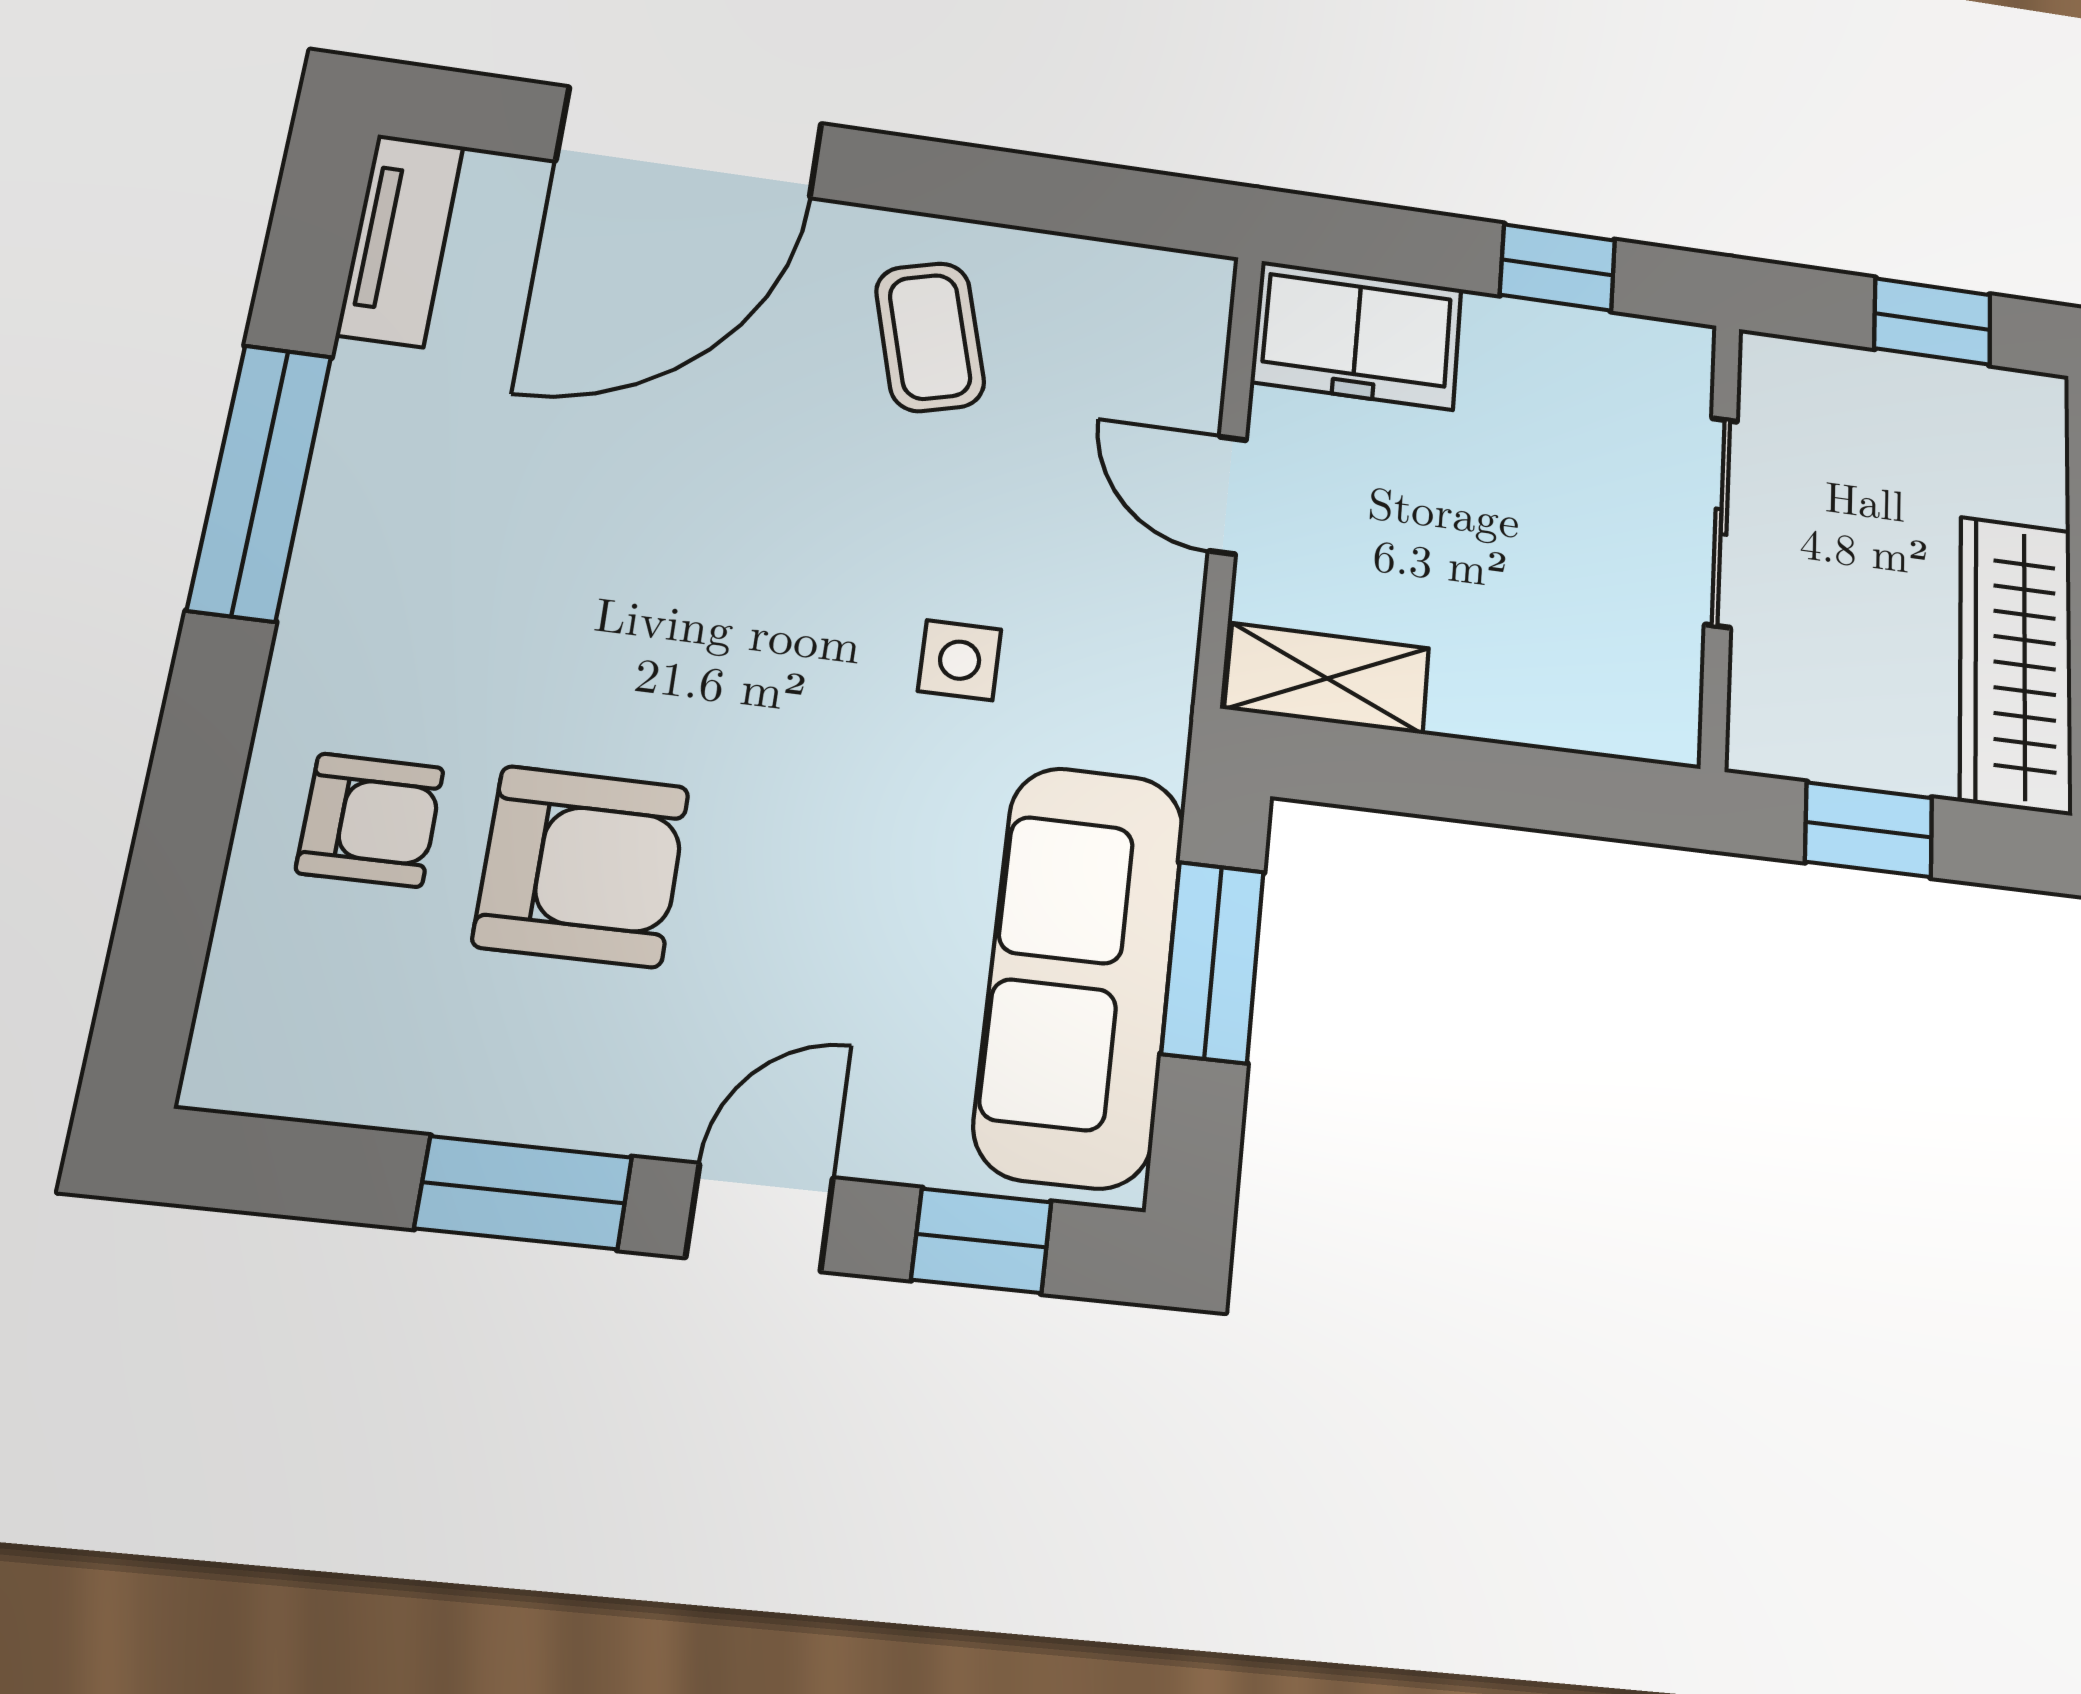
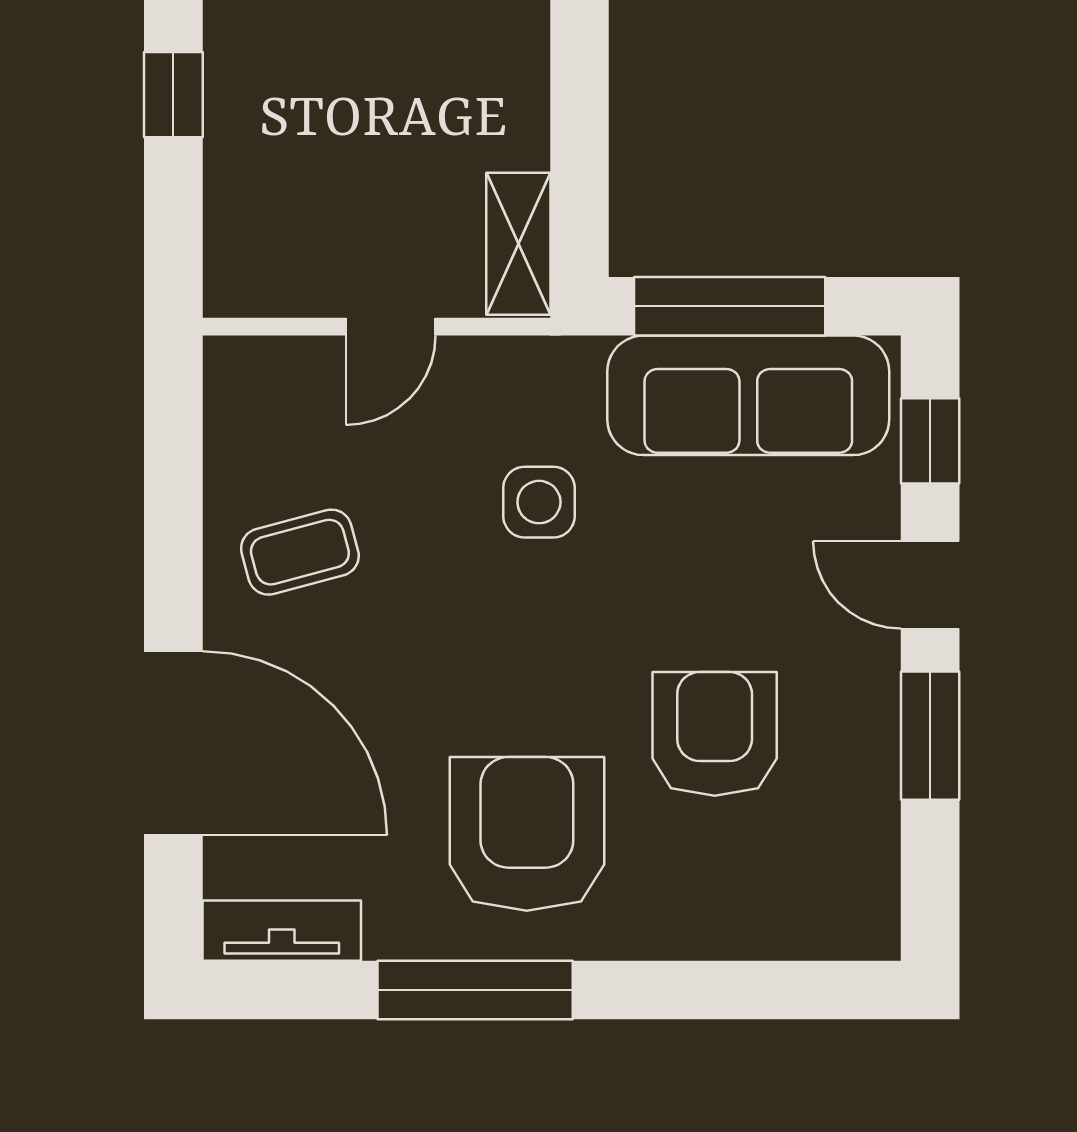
freezer: (1357, 335) -> (252, 242), removed
side table: (960, 660) -> (539, 502), width x1.37, depth x1.37
armchair: (370, 820) -> (527, 834), moved, width x1.88, depth x1.88
window: (1213, 962) -> (730, 306), width x1.44

